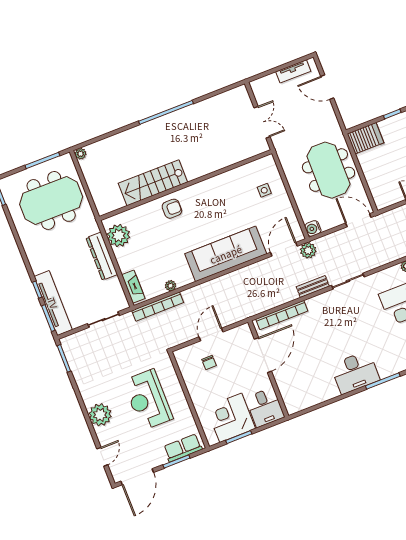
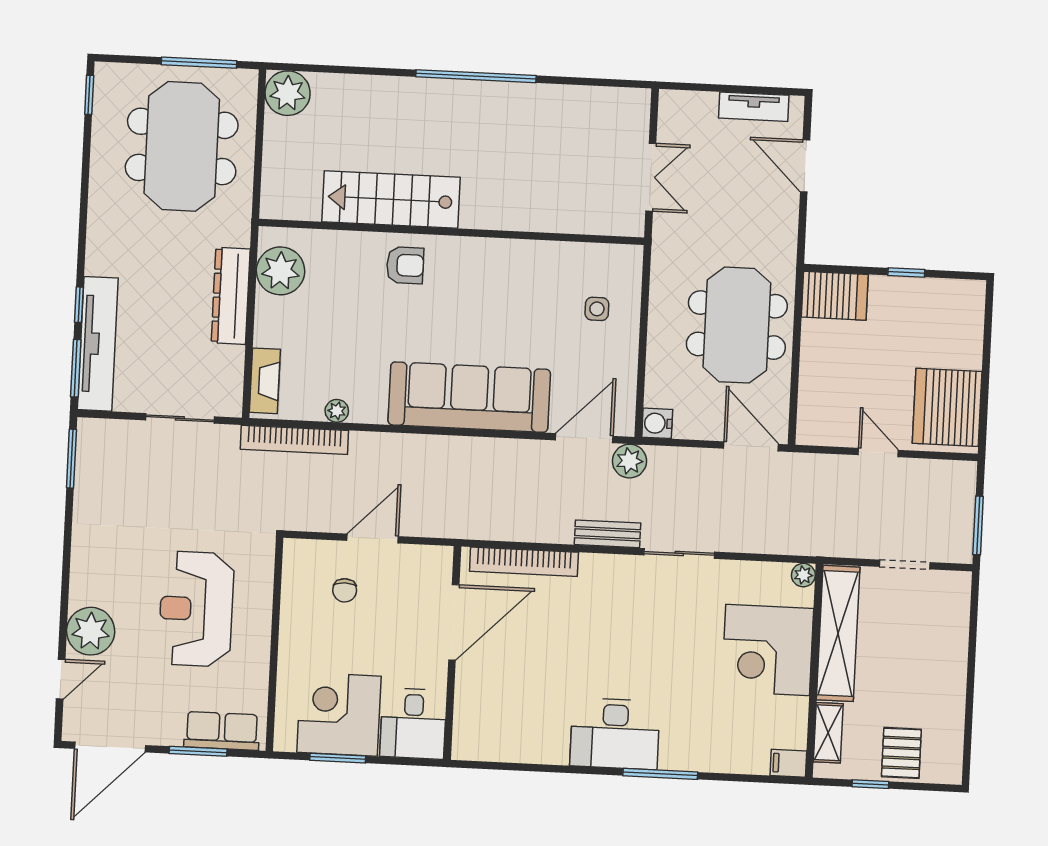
plant: (80, 154) -> (288, 93), width x1.88, depth x1.88
meeting table: (51, 200) -> (182, 146), turned 90
plant: (100, 415) -> (91, 631), moved

